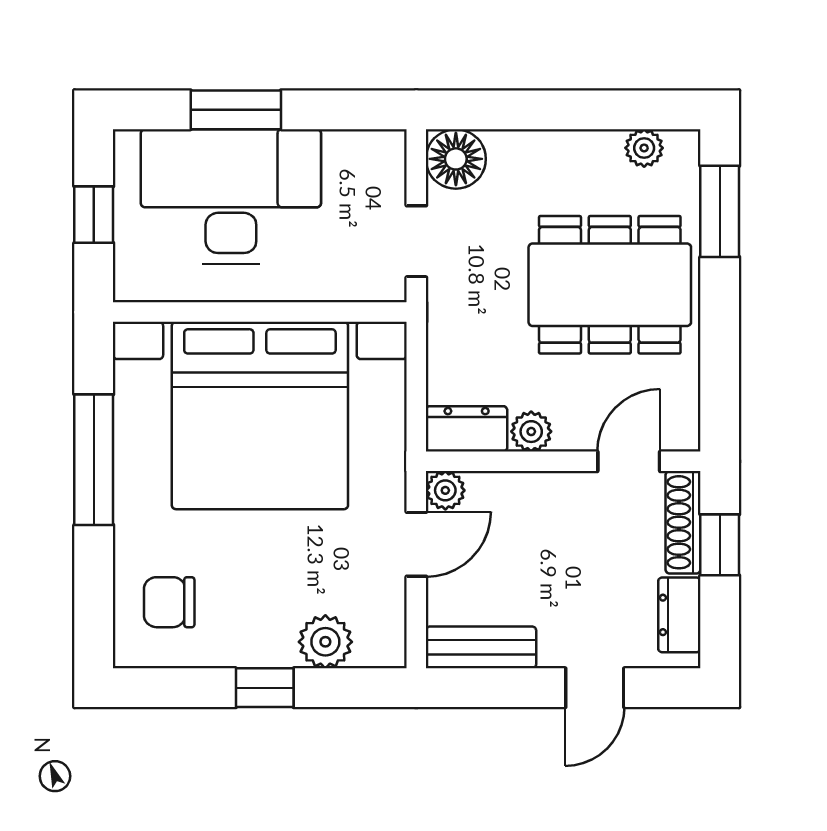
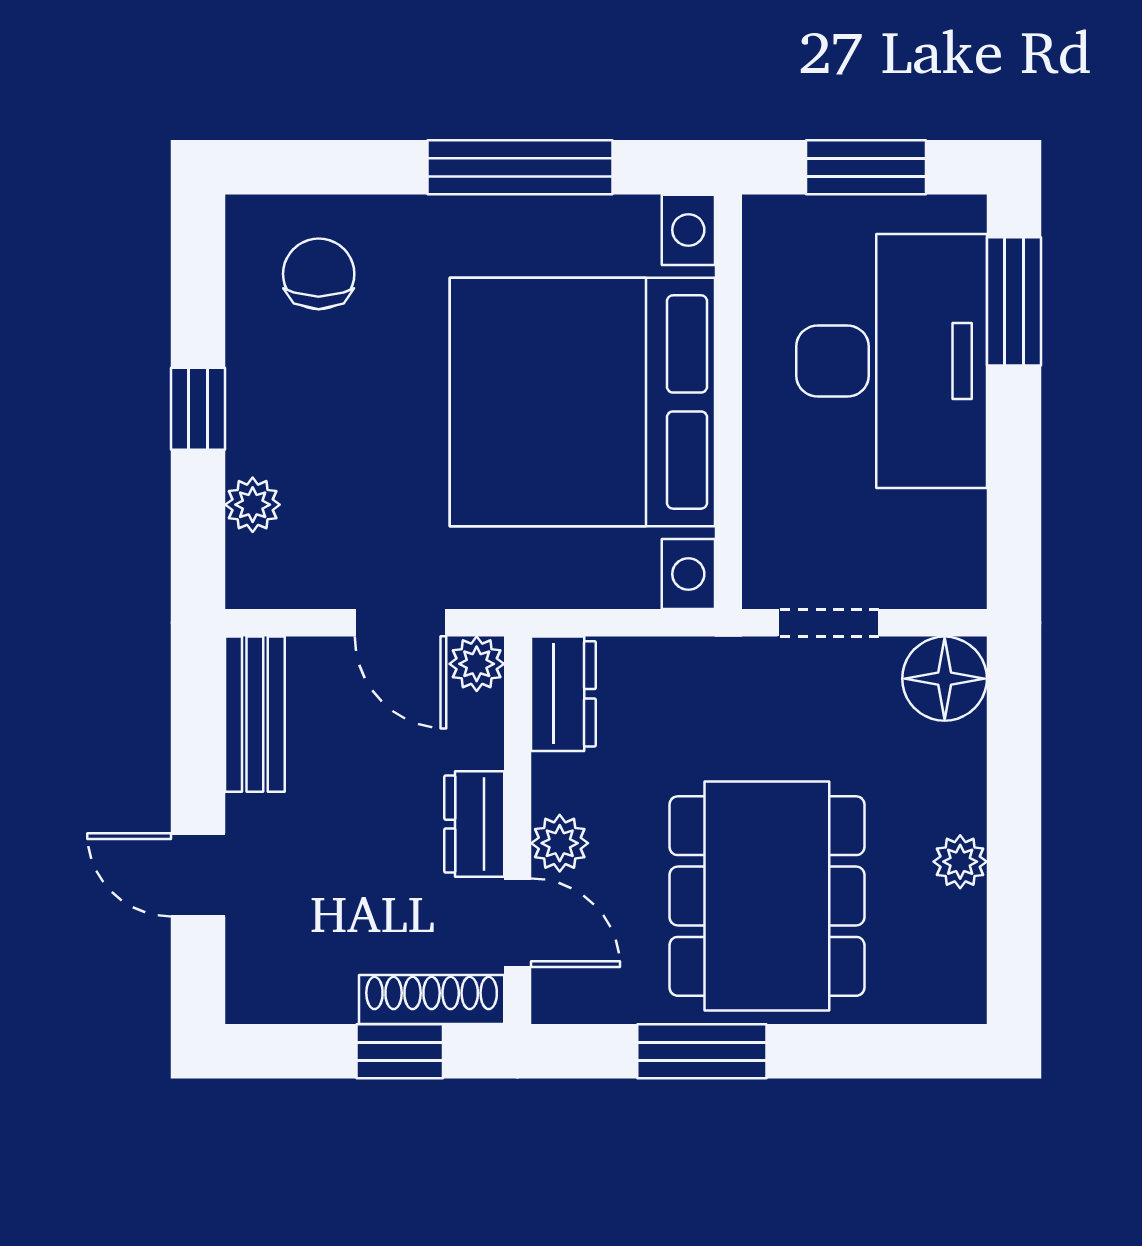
window: (236, 110) -> (1014, 301), moved
plant: (644, 148) -> (960, 862), moved
window: (720, 211) -> (702, 1051), moved
window: (94, 215) -> (866, 167), width x1.50
plant: (531, 432) -> (560, 843), moved
dresser: (679, 615) -> (474, 824), moved, turned -90
plant: (325, 642) -> (253, 505), width x0.73, depth x0.73

